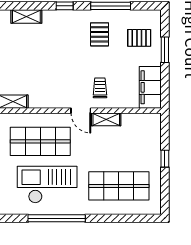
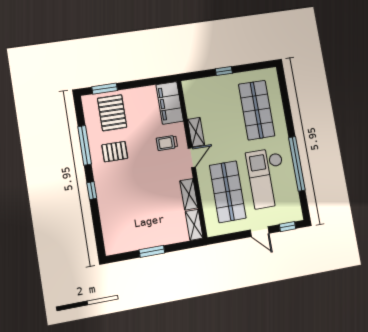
shelving: (26, 16) -> (189, 194), moved
pallet: (139, 38) -> (112, 113), width x1.50, depth x1.42
window: (165, 50) -> (105, 89), moved
filing cabinet: (150, 87) -> (170, 103), moved, turned 90

